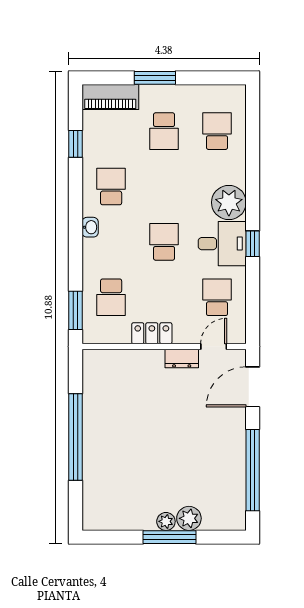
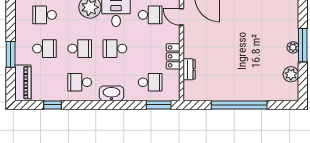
school desk: (164, 186) -> (80, 49), added
washbasin: (90, 227) -> (111, 93), width x1.91, depth x1.45
school desk: (217, 297) -> (150, 15), turned 180
dresser: (182, 359) -> (189, 69), moved
plant: (189, 518) -> (291, 74), moved

